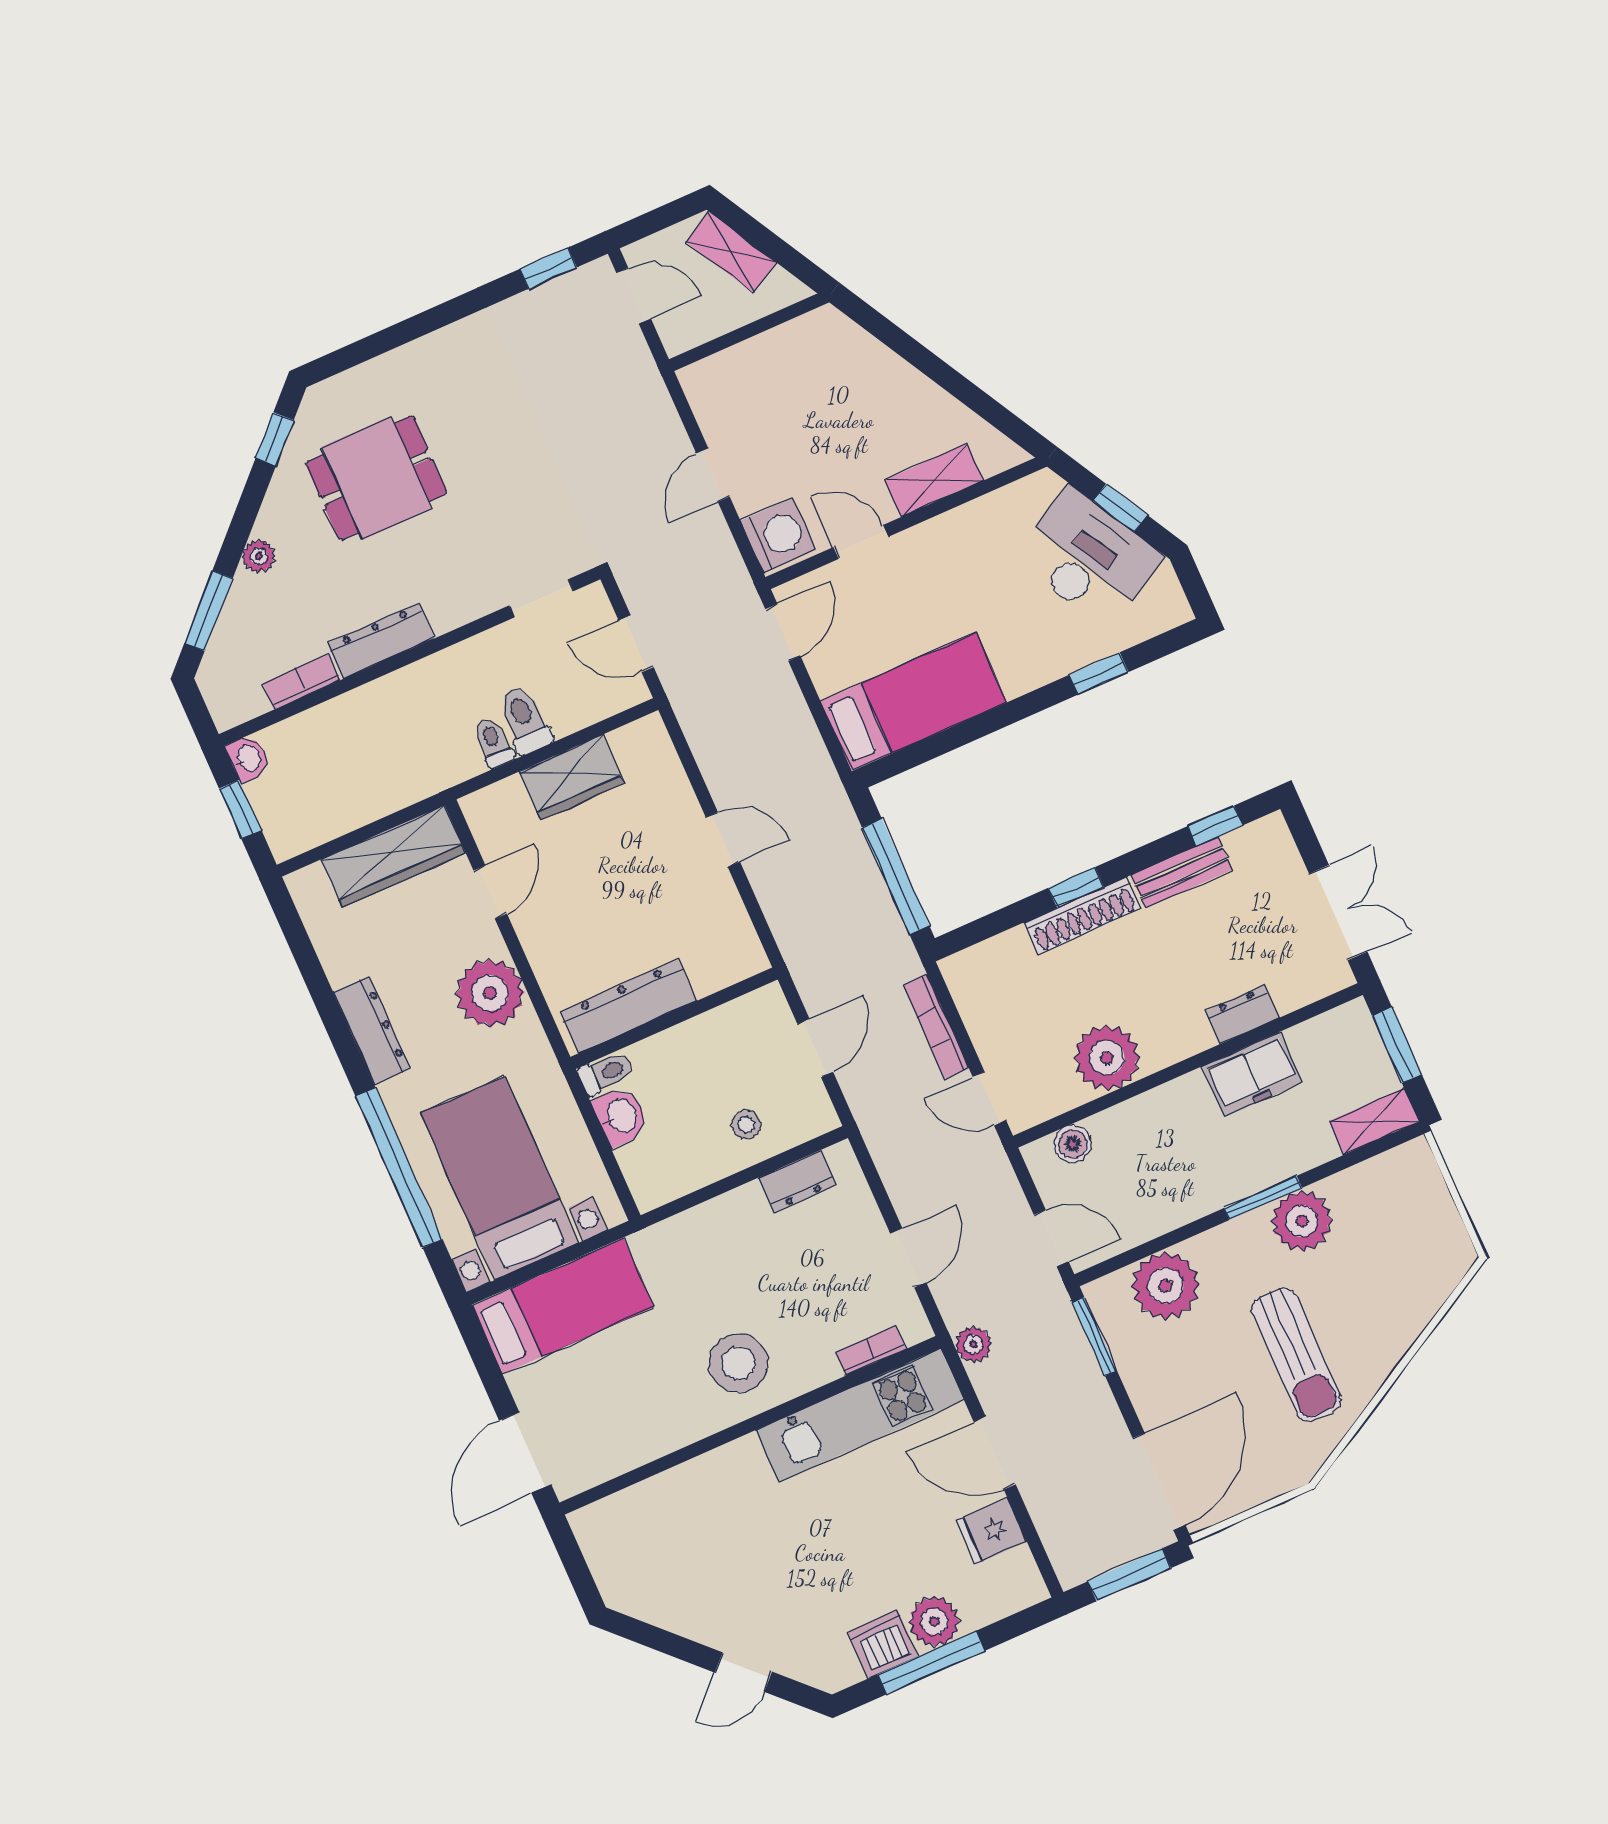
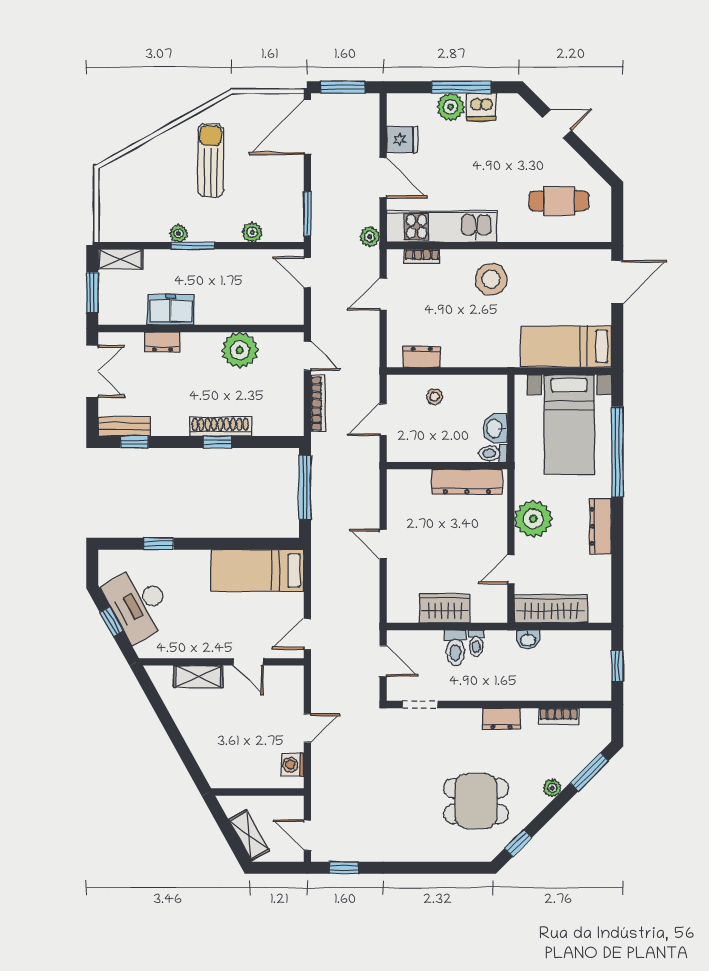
washing machine: (778, 535) -> (293, 765), moved, width x0.73, depth x0.73
dresser: (381, 641) -> (501, 719), width x0.70
washbasin: (248, 758) -> (528, 639), moved, turned -90
bench: (1182, 872) -> (124, 426), moved
double door: (1338, 913) -> (92, 371), swing flipped
boiler: (1073, 1144) -> (276, 315), removed
plant: (1302, 1221) -> (179, 233), width x0.53, depth x0.53
plant: (1166, 1286) -> (252, 232), width x0.53, depth x0.53
cafe table: (683, 1545) -> (559, 201), added

